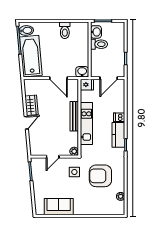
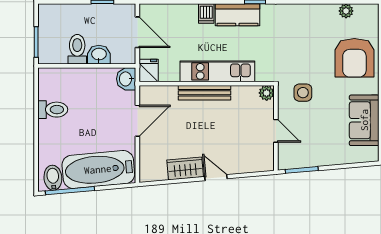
washbasin: (96, 32) -> (99, 55), moved
armchair: (100, 176) -> (354, 58), moved

